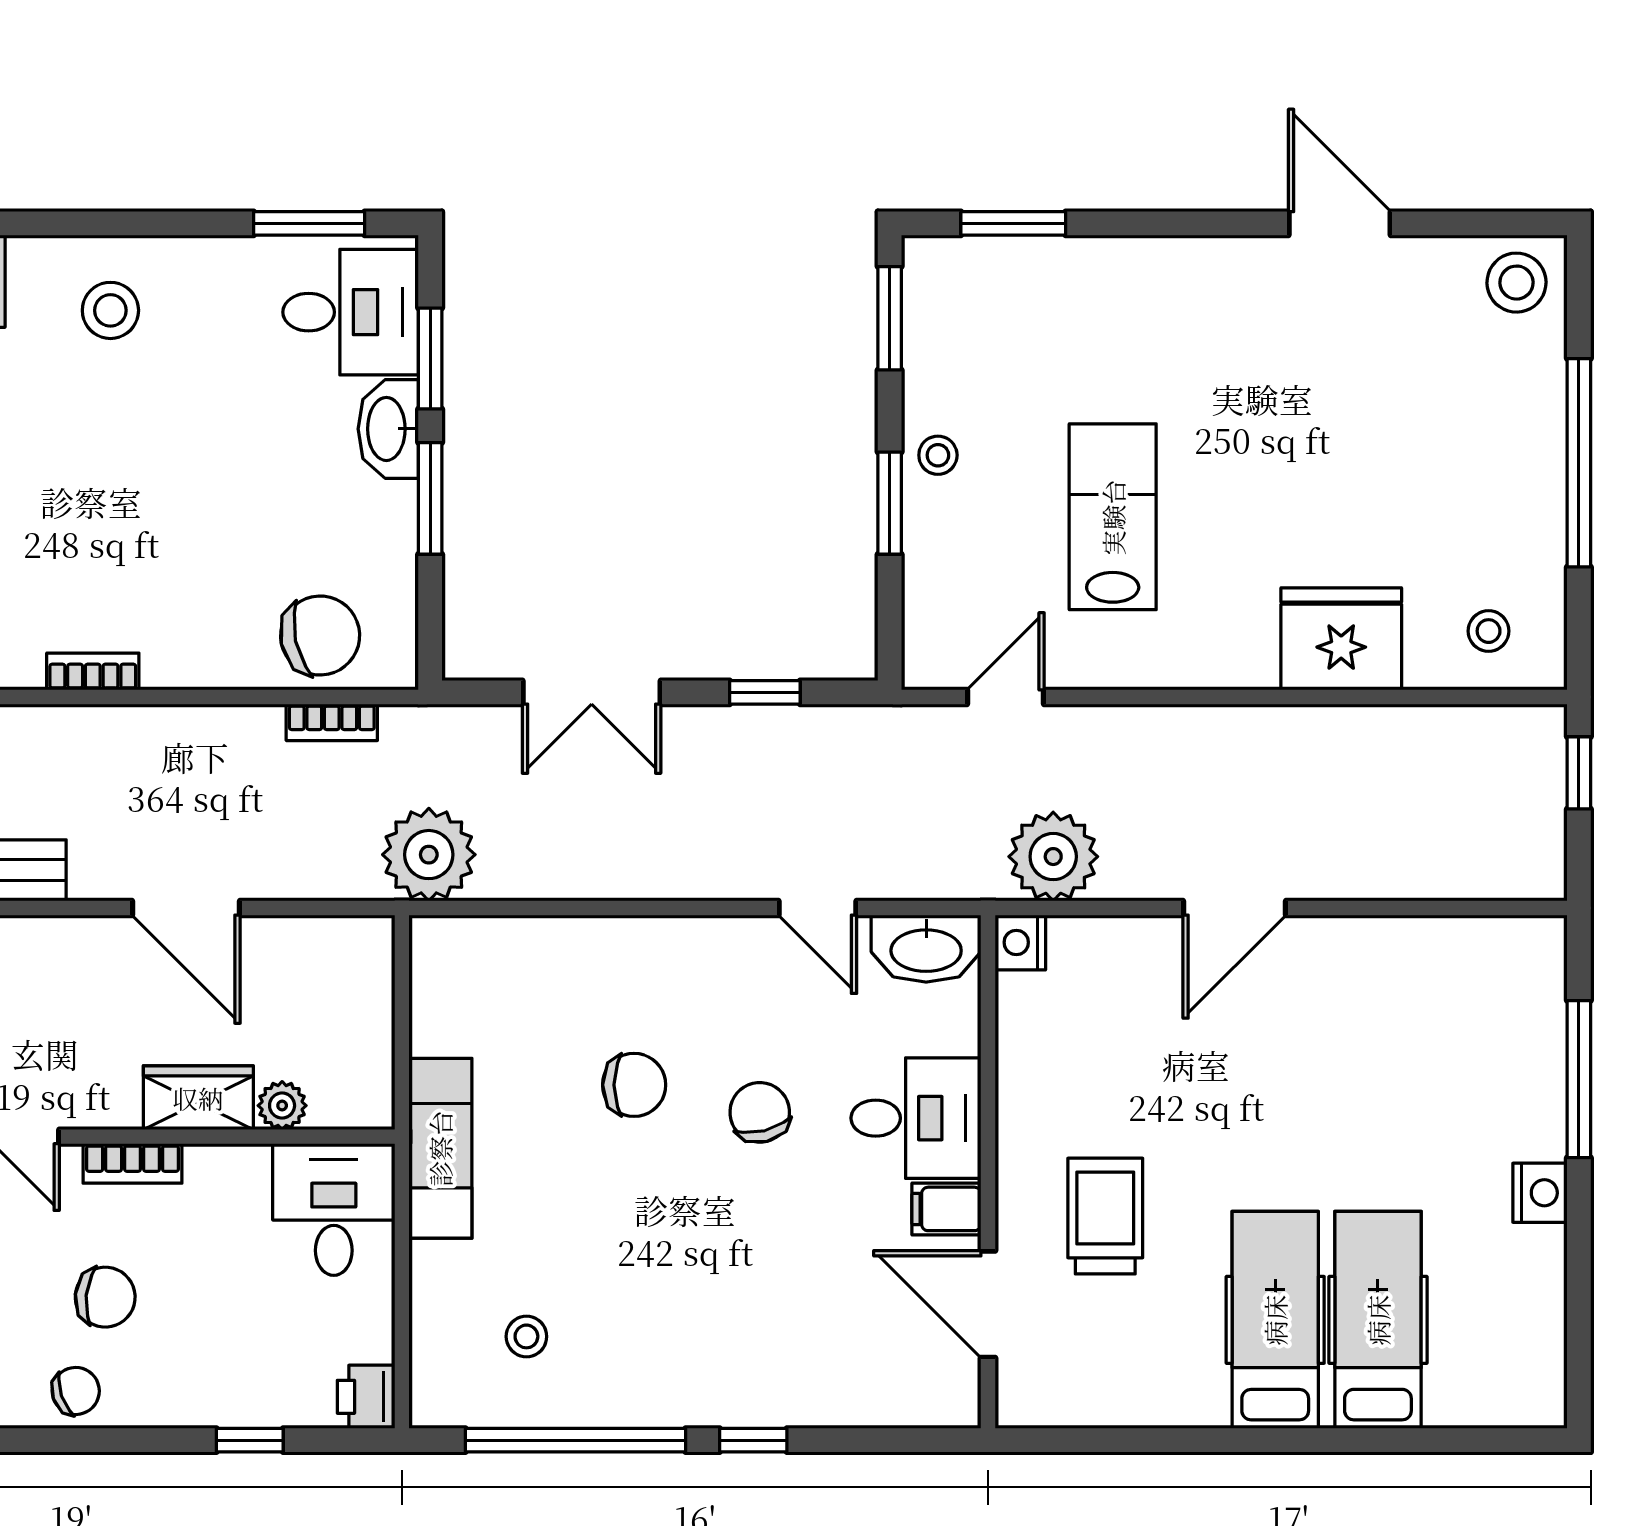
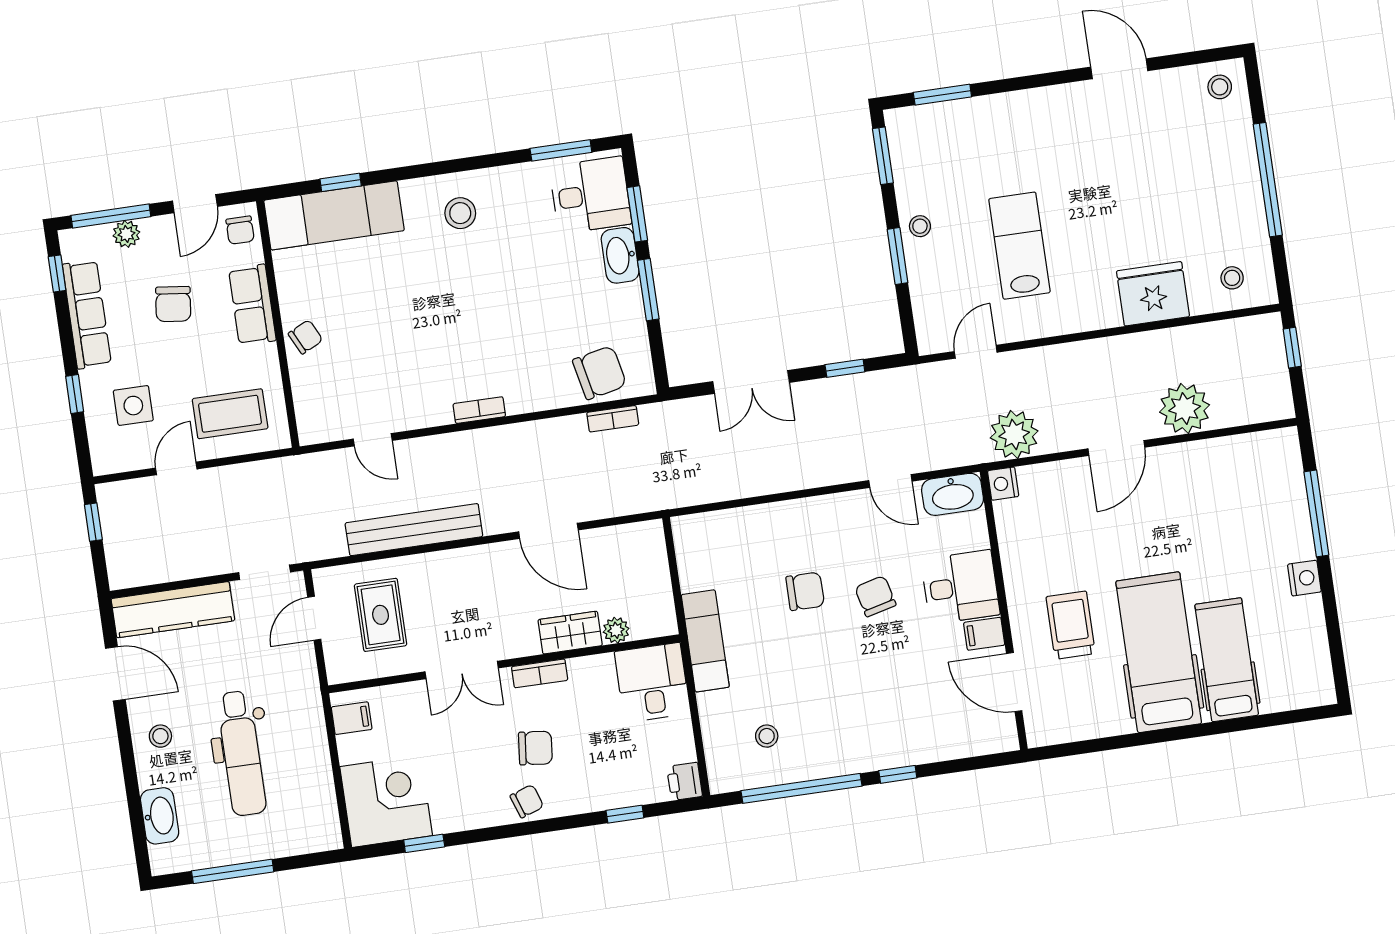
stool: (1516, 283) -> (1220, 87), width x0.73, depth x0.73
plant: (429, 855) -> (1185, 408), moved
hospital bed: (1275, 1320) -> (1159, 652), width x1.37, depth x1.29

